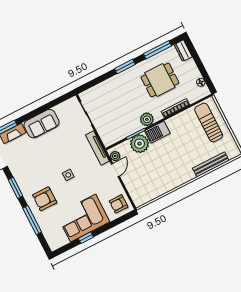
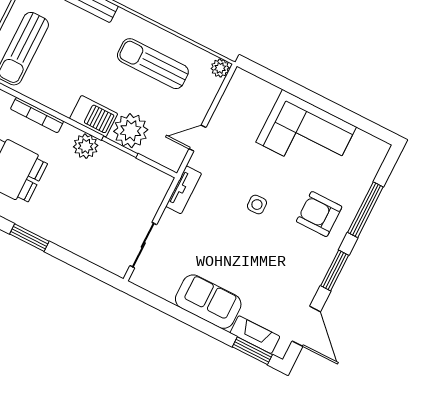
tv unit: (97, 148) -> (184, 190), width x0.71
plant: (115, 156) -> (220, 68), moved
sun lounger: (161, 174) -> (153, 64), added
armchair: (45, 199) -> (319, 214), turned 180
armchair: (119, 204) -> (246, 96), removed
window: (86, 238) -> (333, 108), removed

